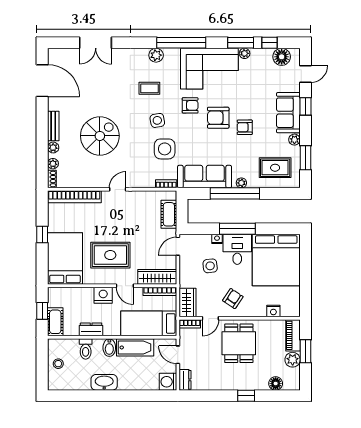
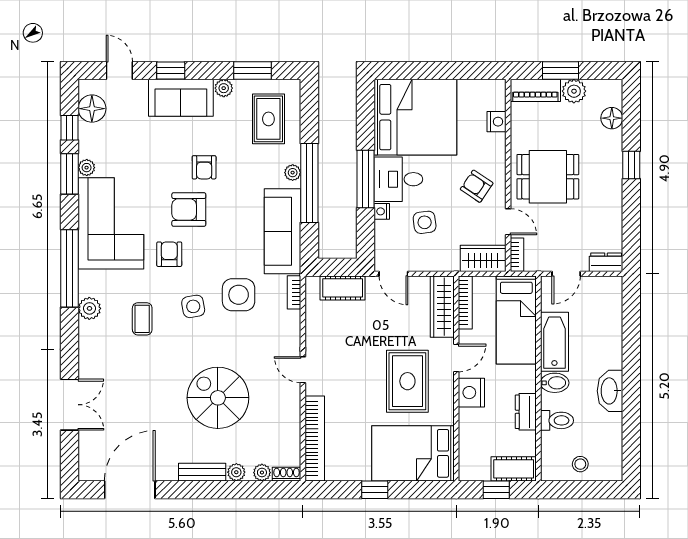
armchair: (218, 118) -> (189, 209), turned 90
washing machine: (168, 382) -> (609, 289), removed

